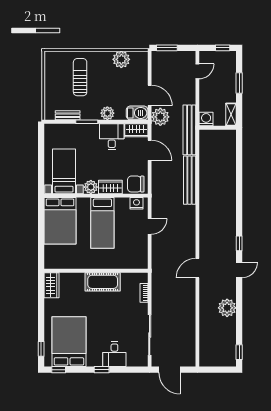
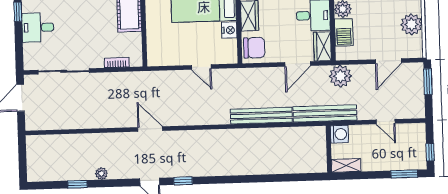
door: (197, 71) -> (386, 122), moved
window: (239, 83) -> (404, 174), moved
door: (150, 95) -> (388, 61), moved
barbecue: (137, 113) -> (344, 32), moved
chair: (136, 184) -> (254, 48), turned 90
nightstand: (136, 203) -> (229, 30), moved
plant: (227, 308) -> (101, 174), width x0.53, depth x0.53
window: (239, 352) -> (77, 184), moved

